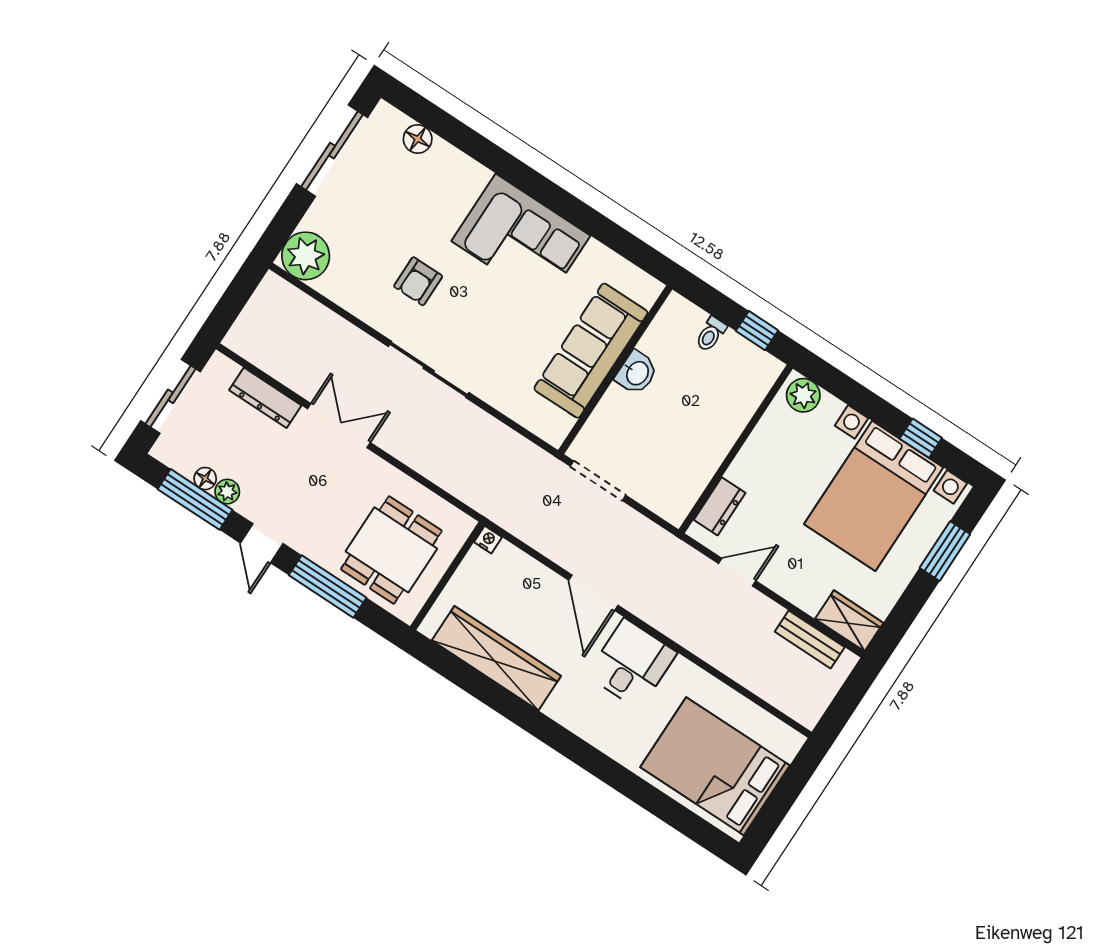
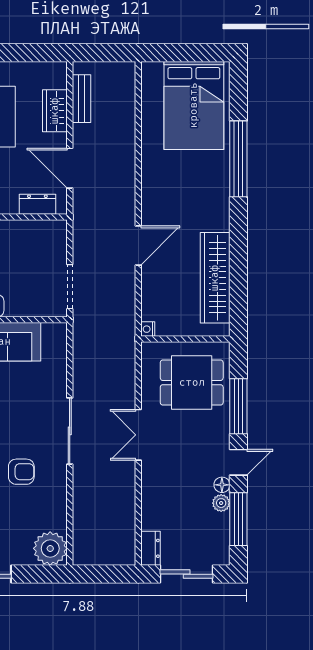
dresser: (265, 398) -> (150, 548), moved, width x0.70
double door: (339, 426) -> (138, 435), moved
floor lamp: (205, 479) -> (222, 485), moved
door: (737, 572) -> (70, 168), width x1.38
wardrobe: (849, 621) -> (55, 111), moved
desk: (632, 664) -> (166, 195), removed
window: (618, 777) -> (238, 159), added

